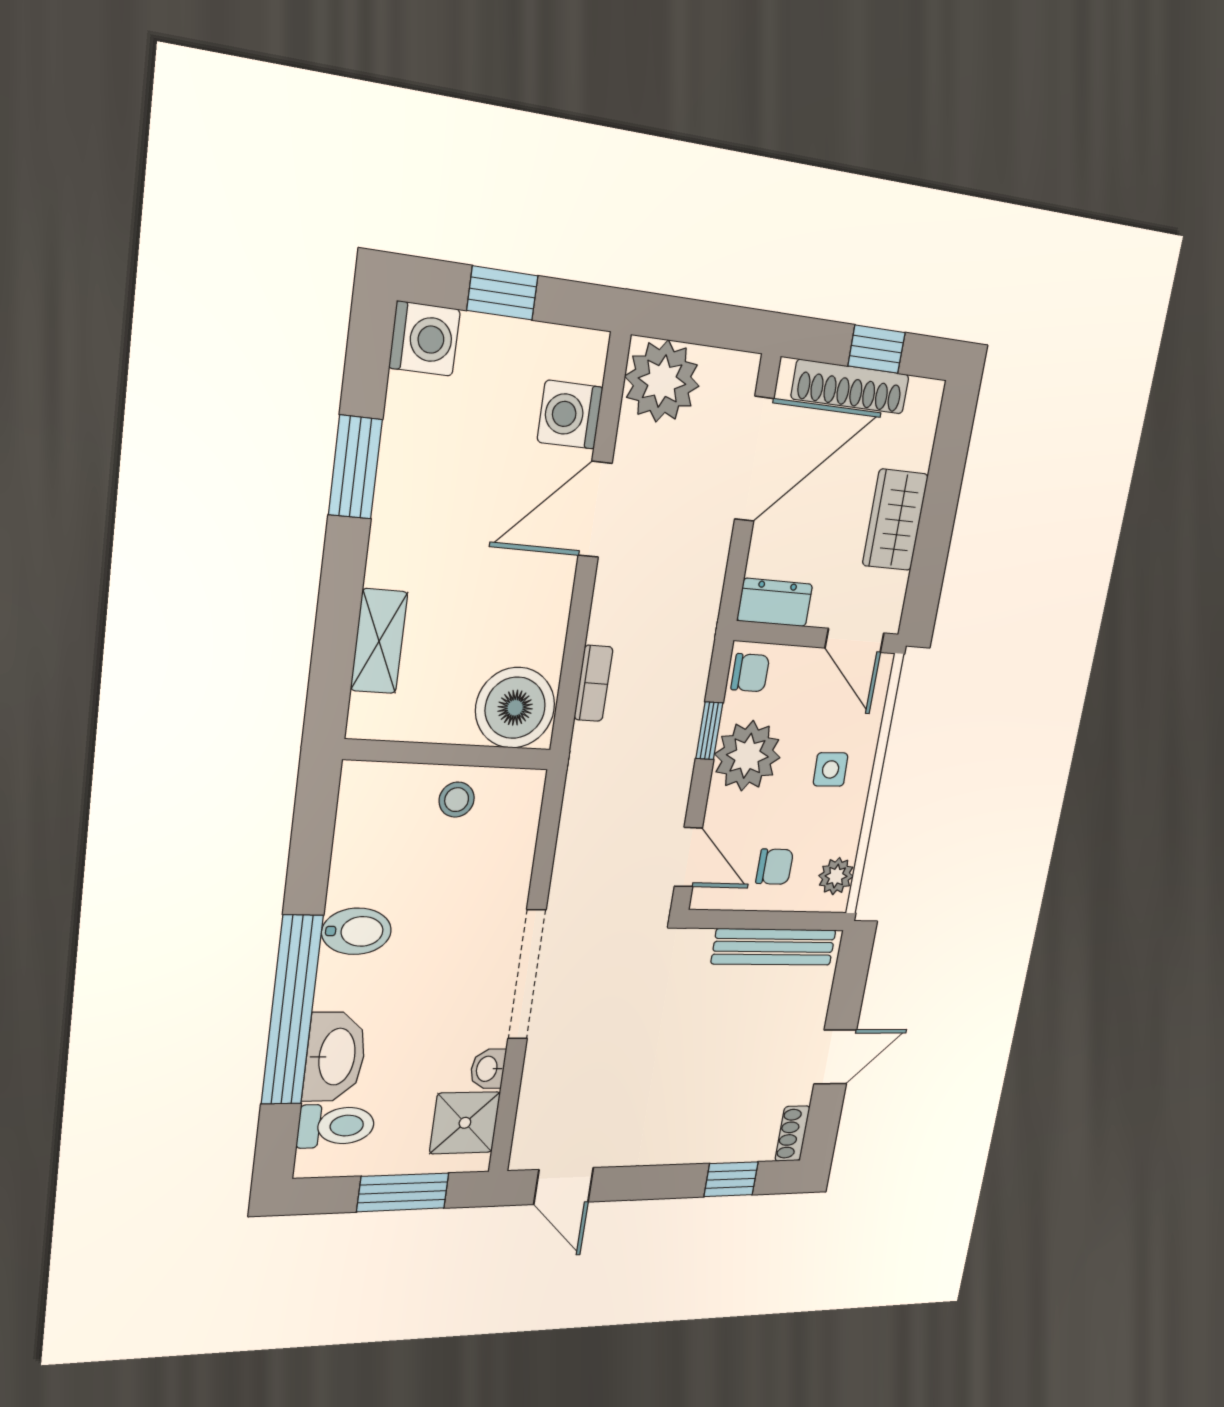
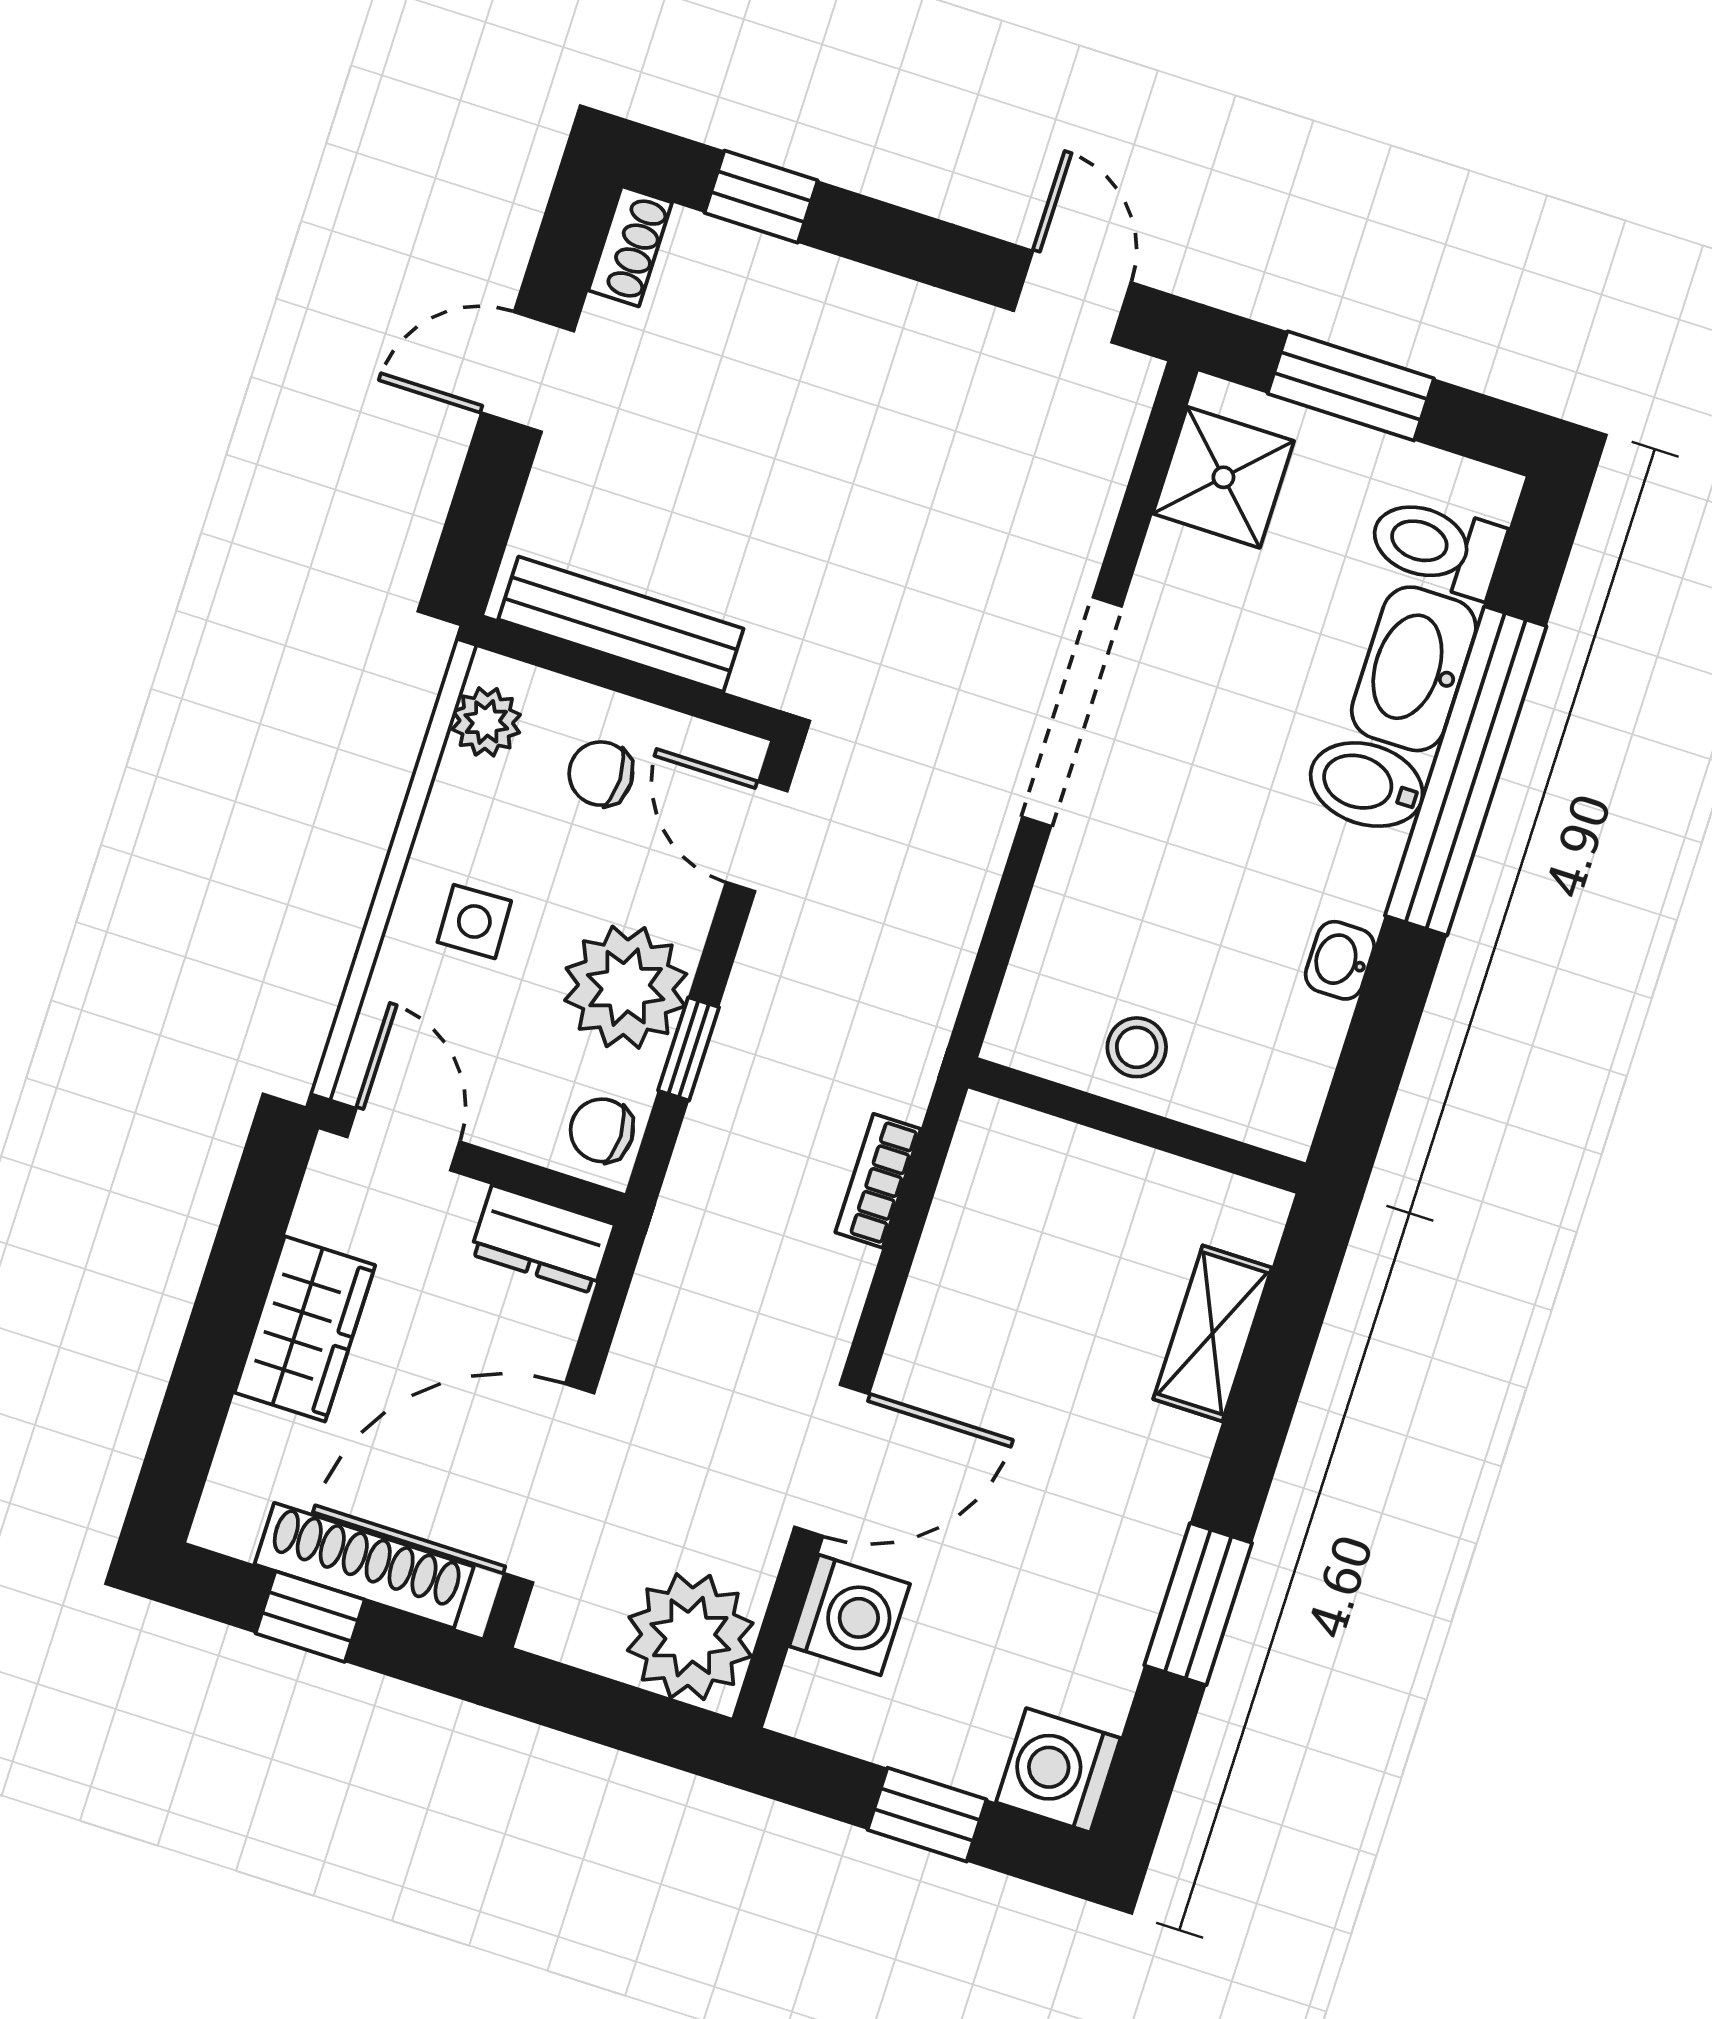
boiler: (515, 708) -> (1015, 1173), removed
bidet: (356, 931) -> (1367, 784), moved
washbasin: (488, 1069) -> (1340, 960), moved, turned 180

